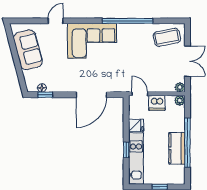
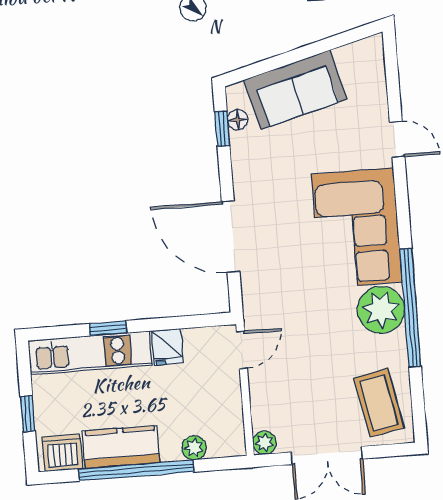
plant: (127, 33) -> (381, 310), added
sofa: (28, 50) -> (295, 90), moved
plant: (180, 100) -> (194, 448), moved
dishwasher: (157, 103) -> (63, 453), moved, turned 90

